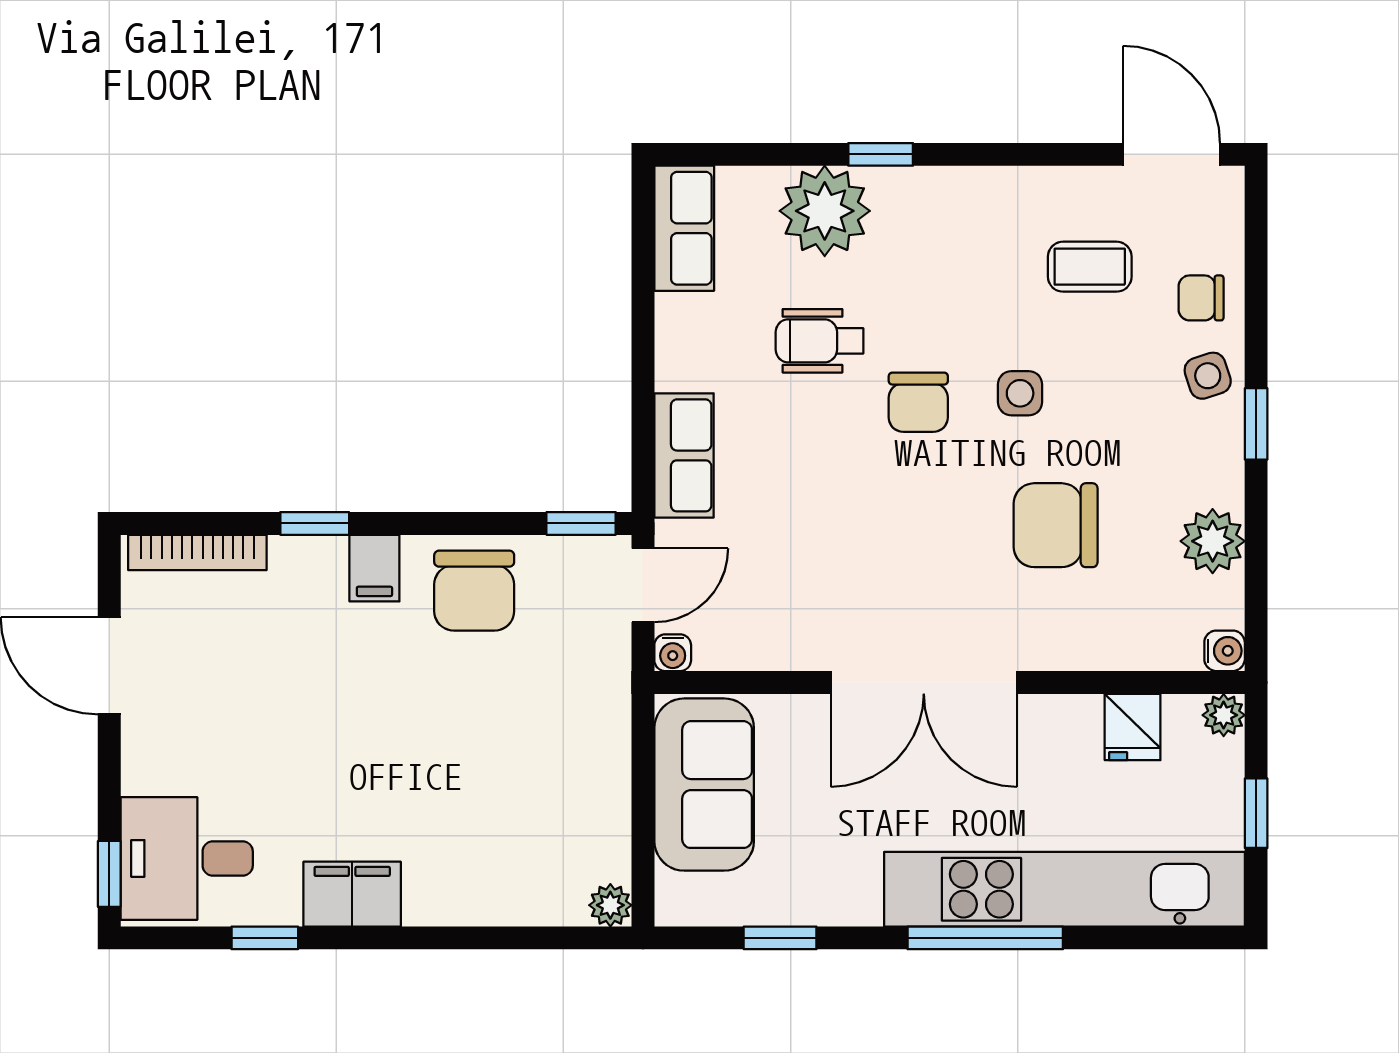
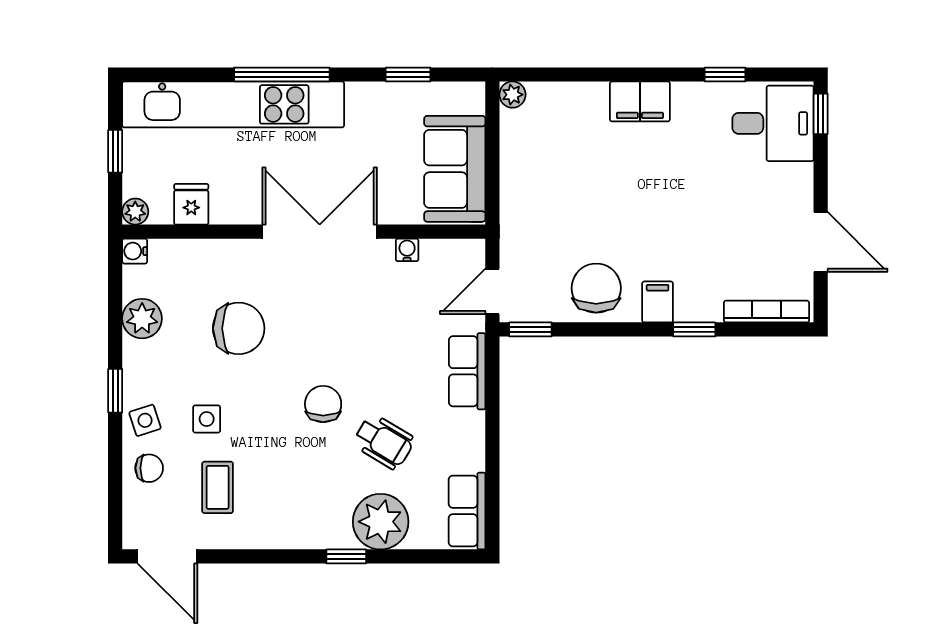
coffee table: (1090, 267) -> (218, 487), turned 90
wheelchair: (819, 341) -> (384, 442), turned 31
side table: (1020, 393) -> (207, 419), moved
water cooler: (673, 653) -> (407, 250), moved
filing cabinet: (352, 894) -> (640, 101), moved

